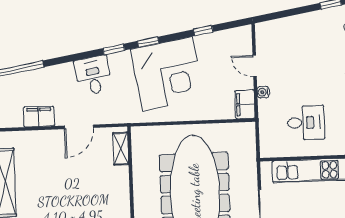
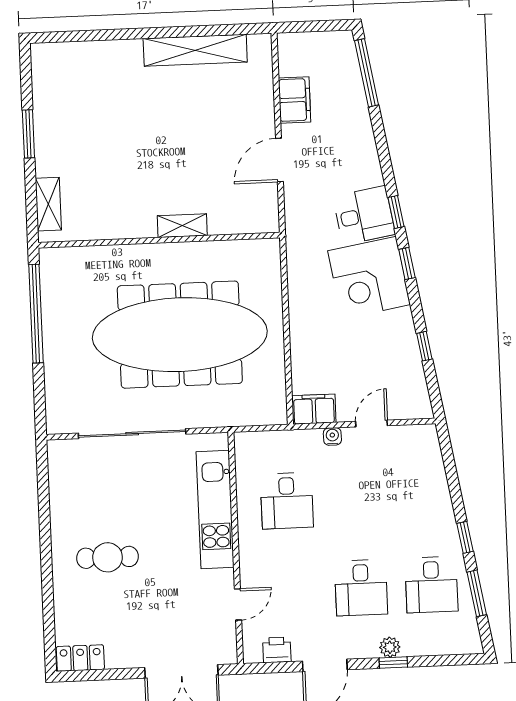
corner desk: (167, 74) -> (369, 278), width x0.74, depth x0.74
desk: (93, 75) -> (364, 215), moved
door: (79, 127) -> (279, 160), hinge flipped
shelving: (121, 149) -> (182, 226), moved

